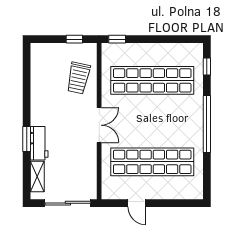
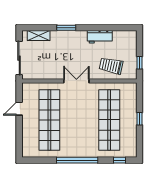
window: (117, 39) -> (140, 119), moved
double door: (99, 125) -> (76, 81), swing flipped
workbench: (39, 143) -> (100, 37), moved

